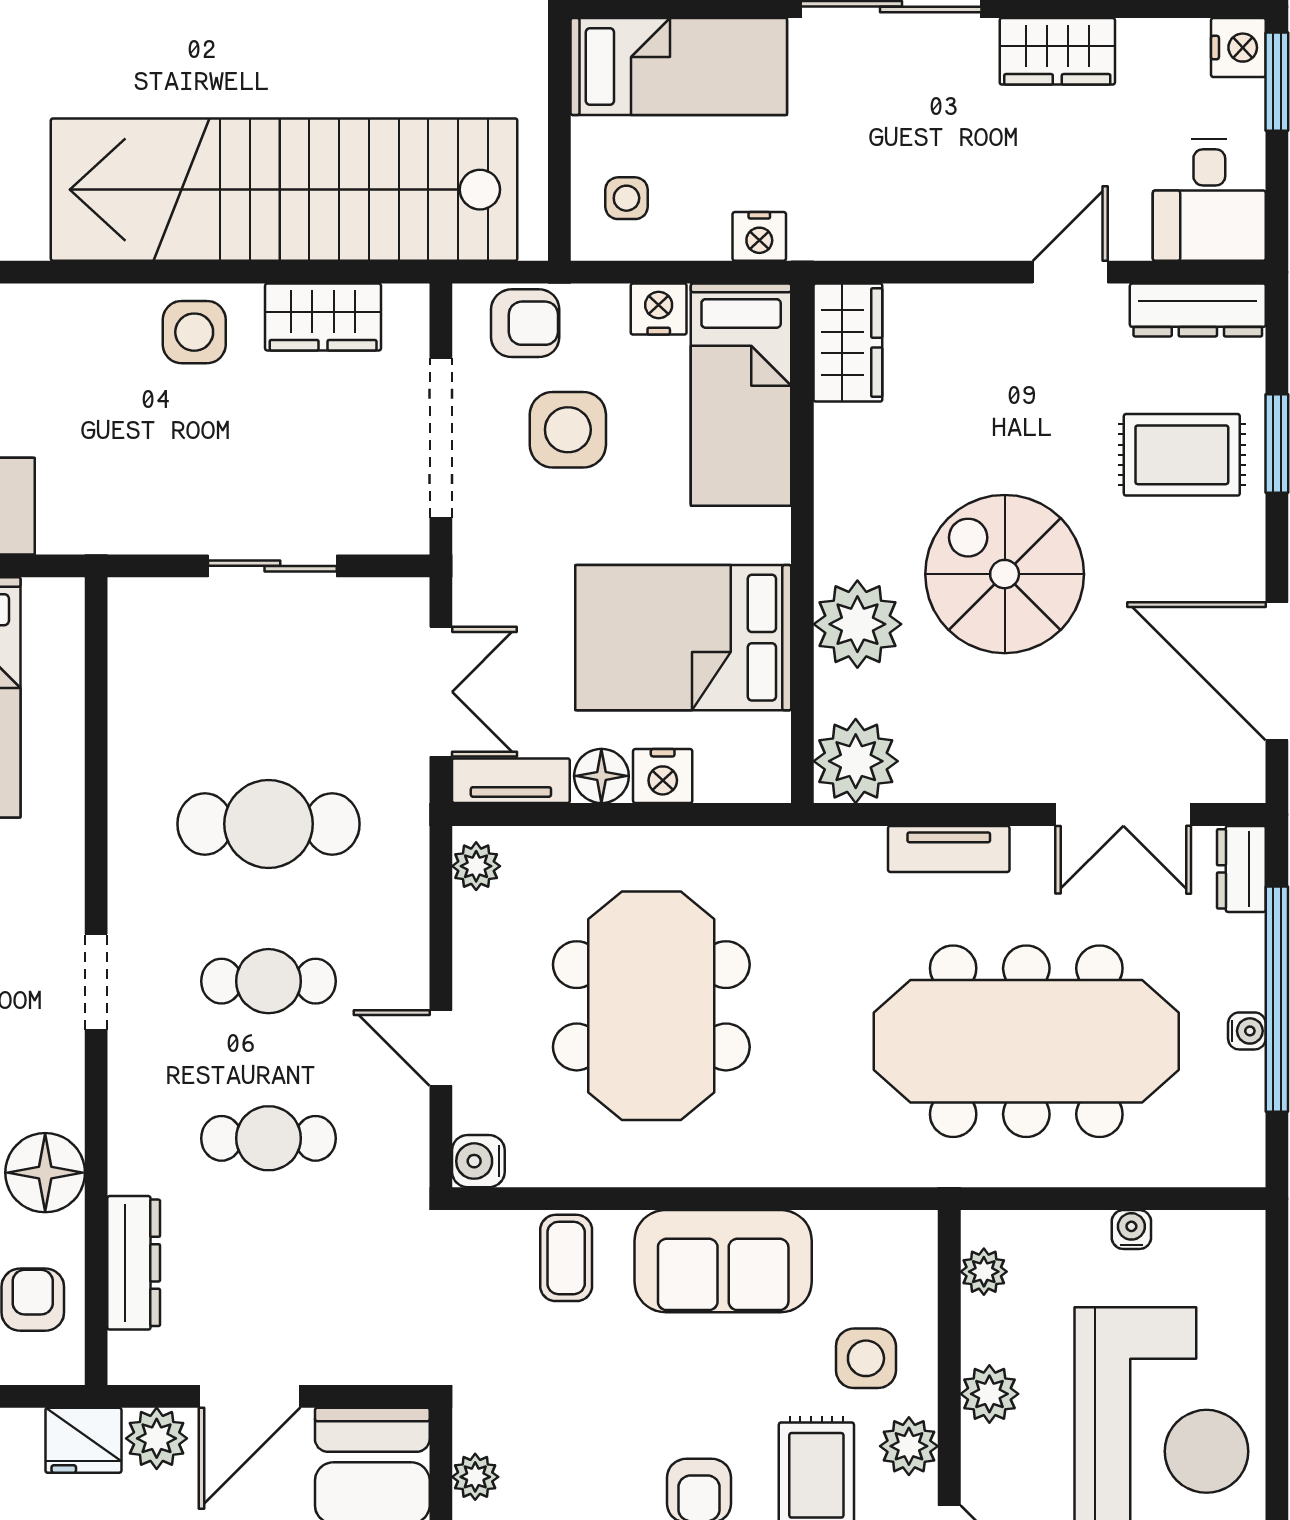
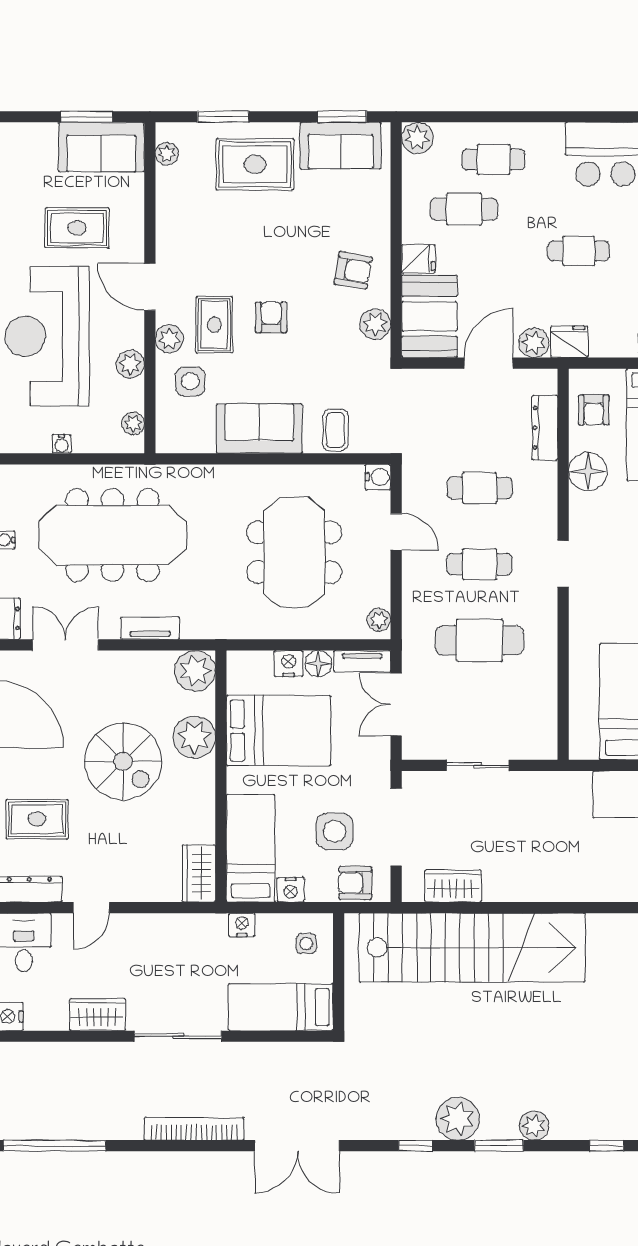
side table: (194, 332) -> (516, 879), removed
plant: (475, 1477) -> (375, 324), width x1.38, depth x1.38

